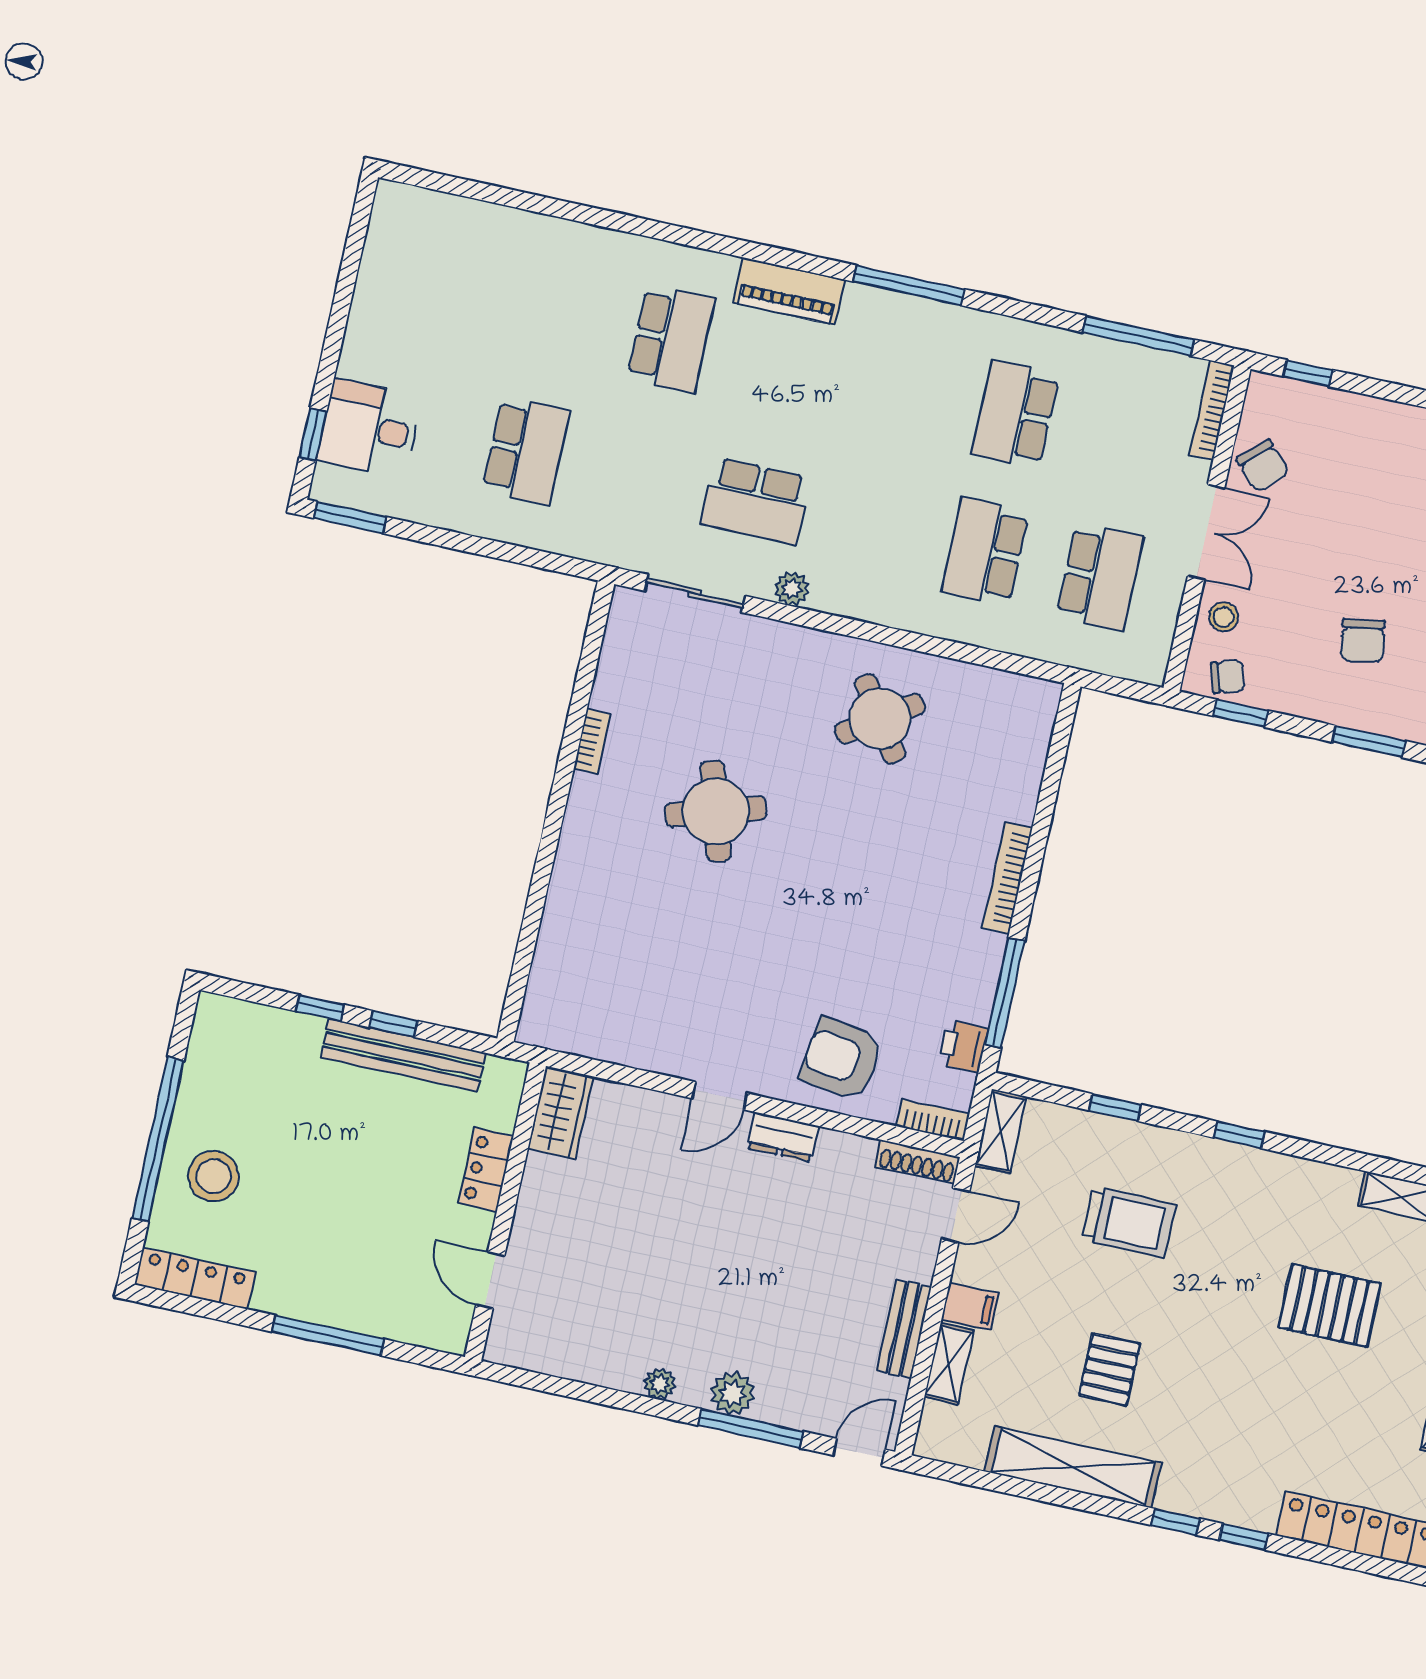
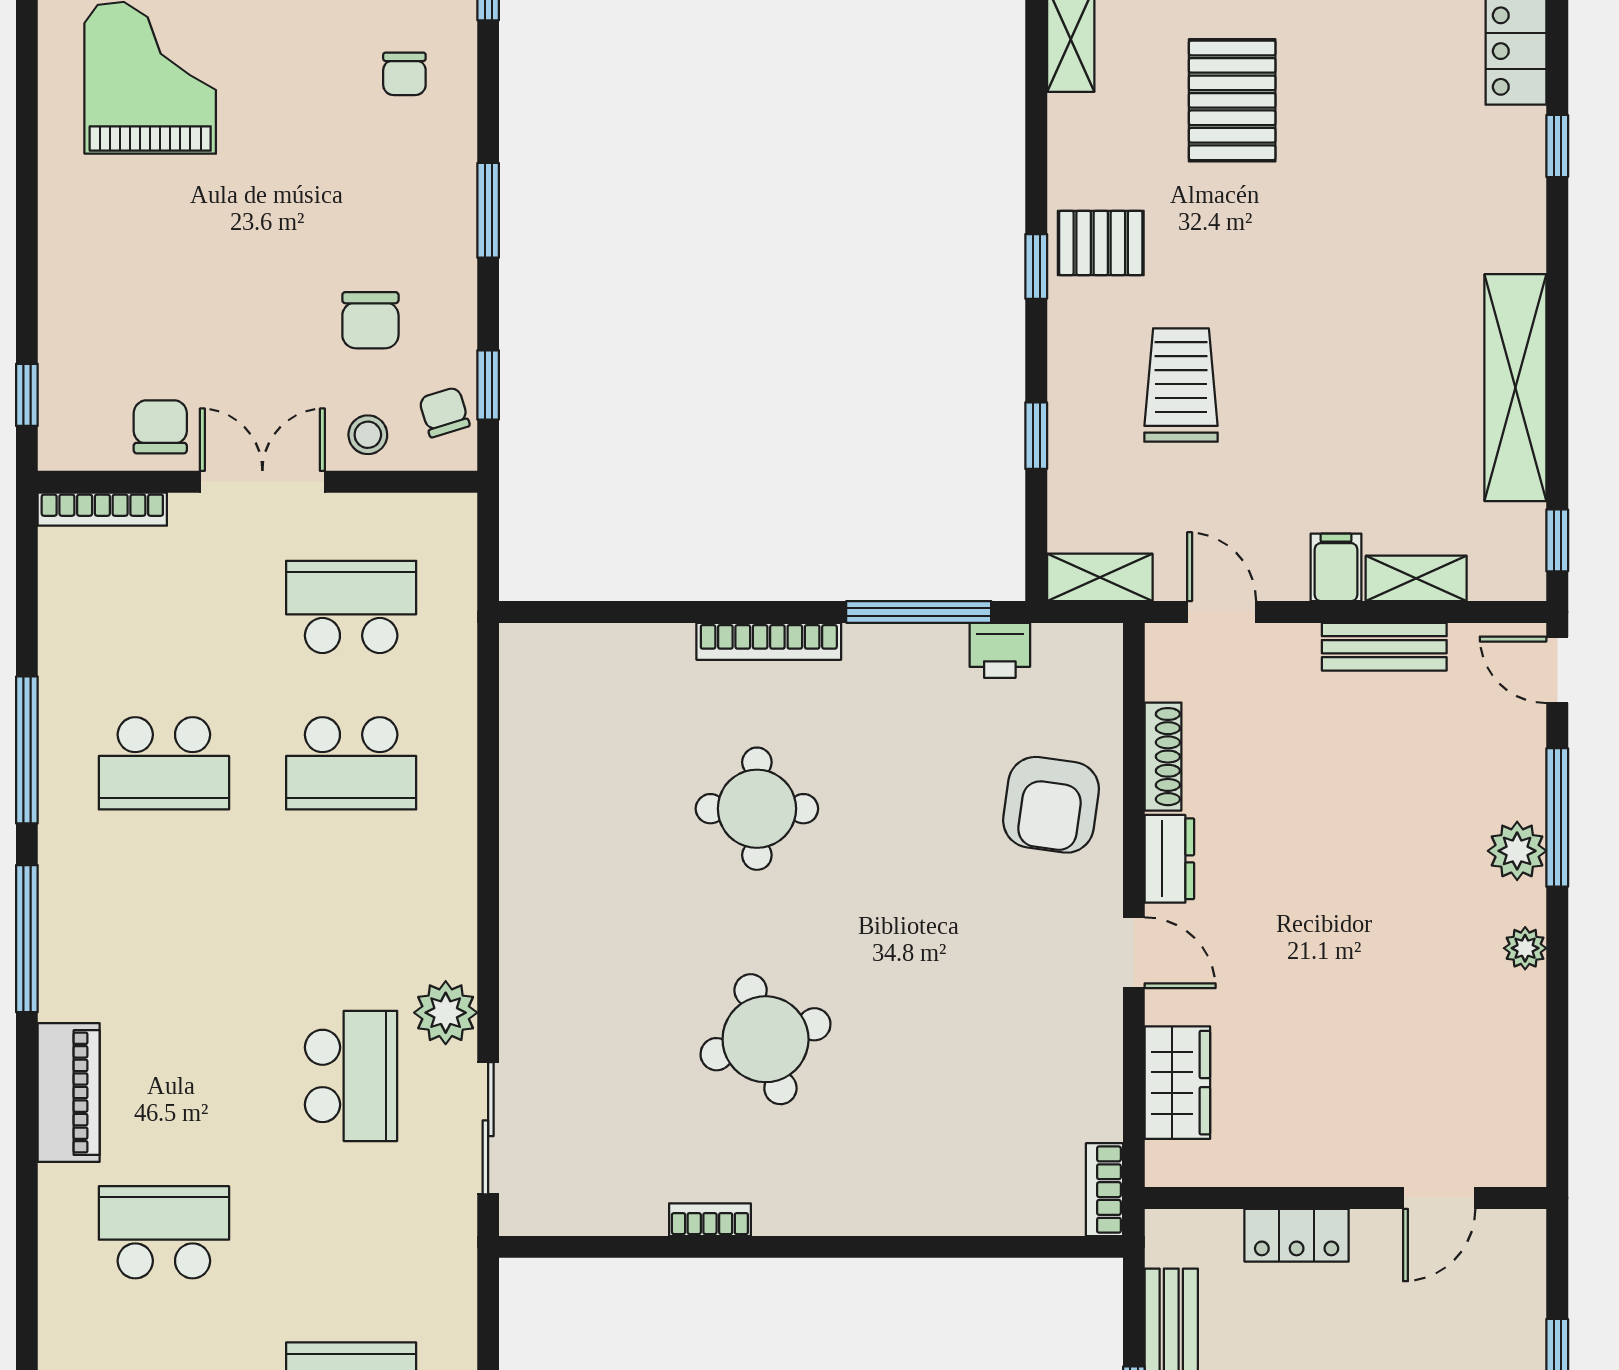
window: (1139, 336) -> (27, 750), moved
chair: (1263, 466) -> (160, 427), turned -46
plant: (792, 589) -> (446, 1013), width x1.38, depth x1.38
chair: (1363, 641) -> (370, 320), moved, turned 100
round table: (880, 719) -> (757, 809), moved, turned 34
wardrobe: (561, 1113) -> (1177, 1083), moved, turned 90
bookcase: (933, 1120) -> (1104, 1190), moved
shoe rack: (917, 1162) -> (1163, 757), moved
pallet: (1110, 1369) -> (1101, 243), moved
window: (1176, 1522) -> (1557, 540), moved

